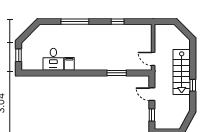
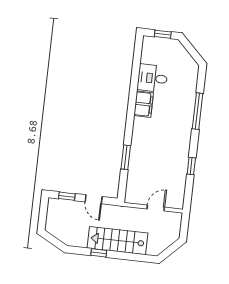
door: (153, 59) -> (156, 208), moved
filing cabinet: (69, 64) -> (144, 104), width x2.00
door: (152, 94) -> (94, 199), swing flipped

